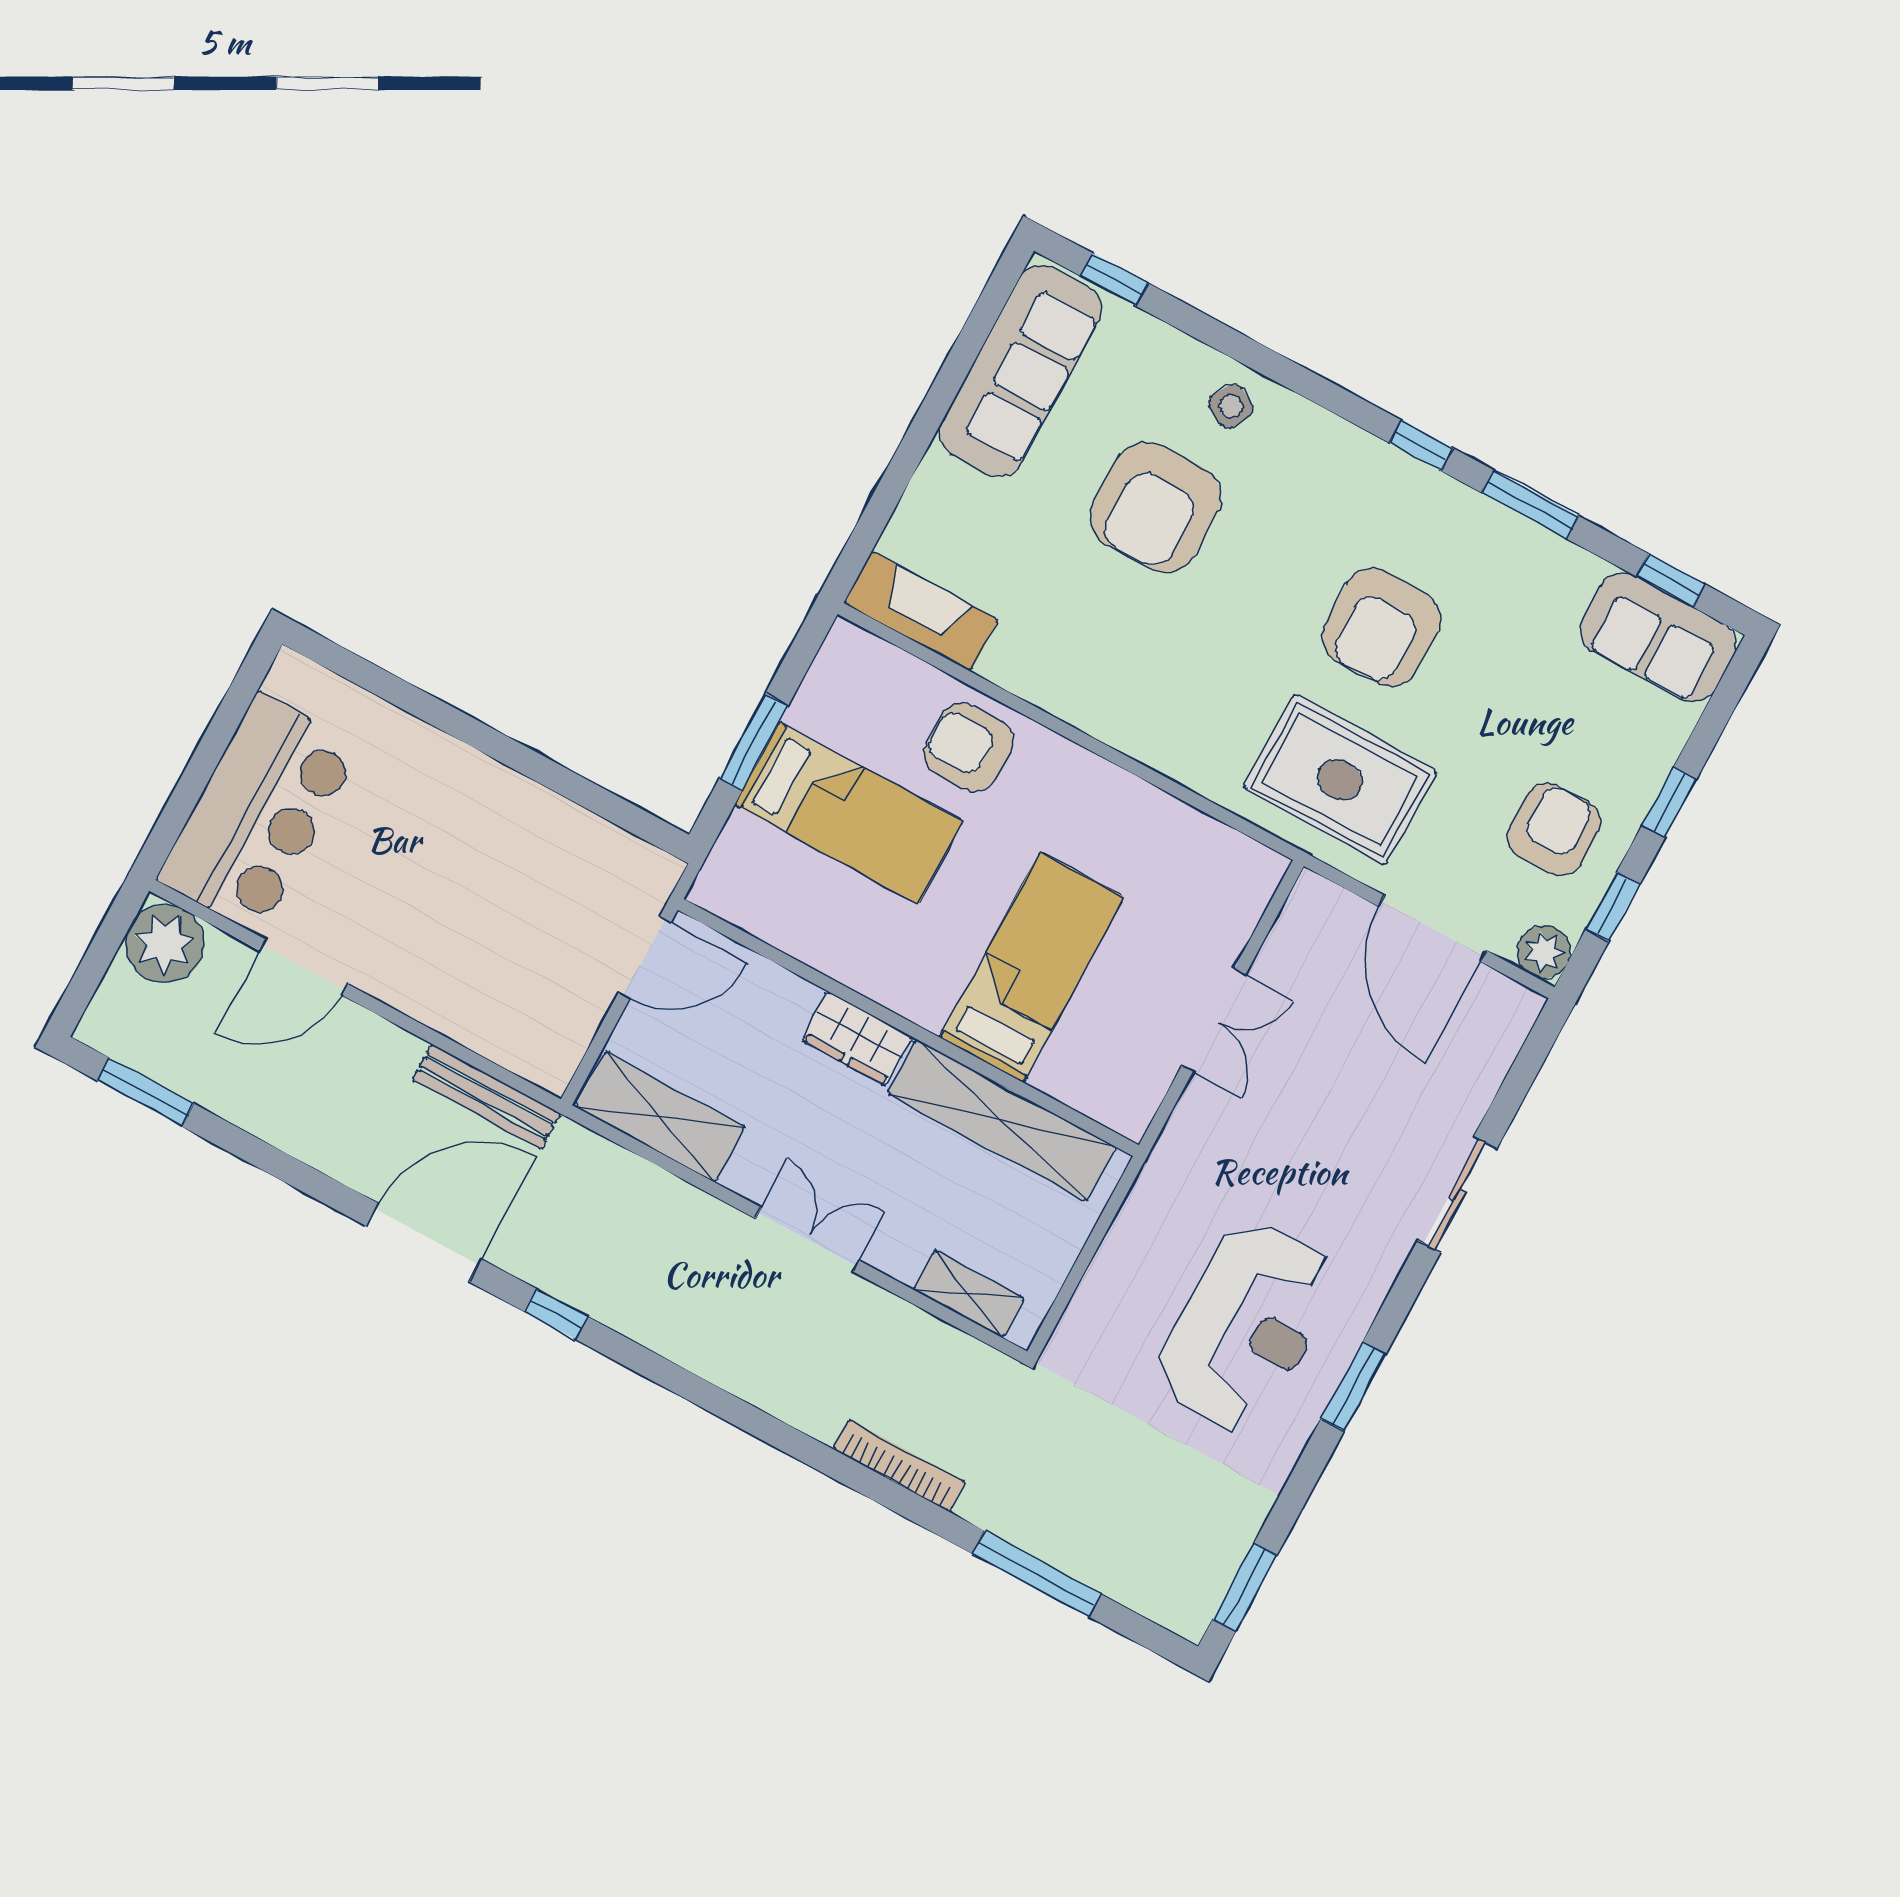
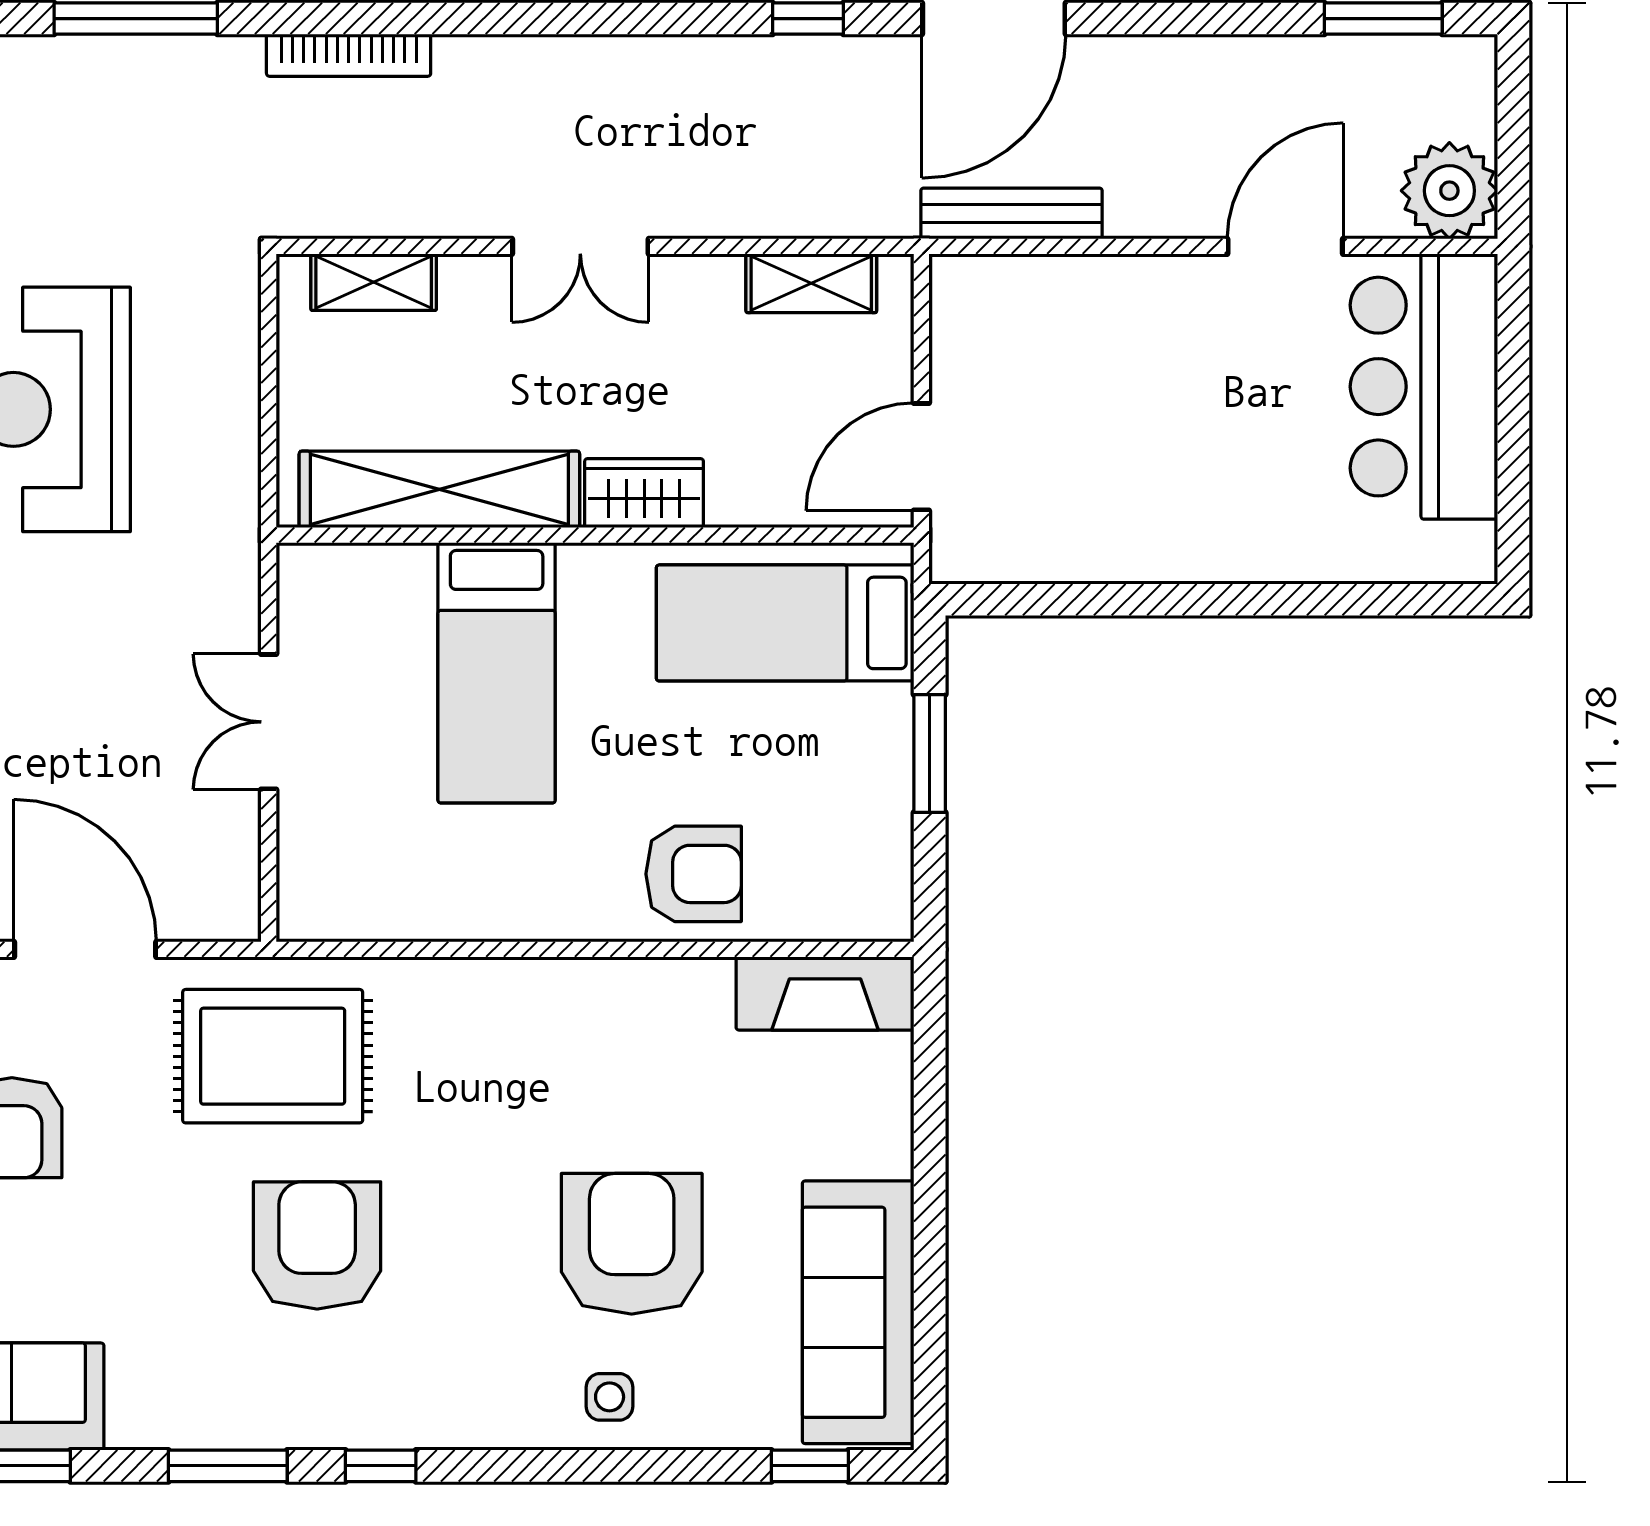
side table: (1231, 406) -> (610, 1397), turned -30
bed: (849, 813) -> (785, 623), moved
shelving: (660, 1117) -> (811, 283), width x0.67, depth x0.75

